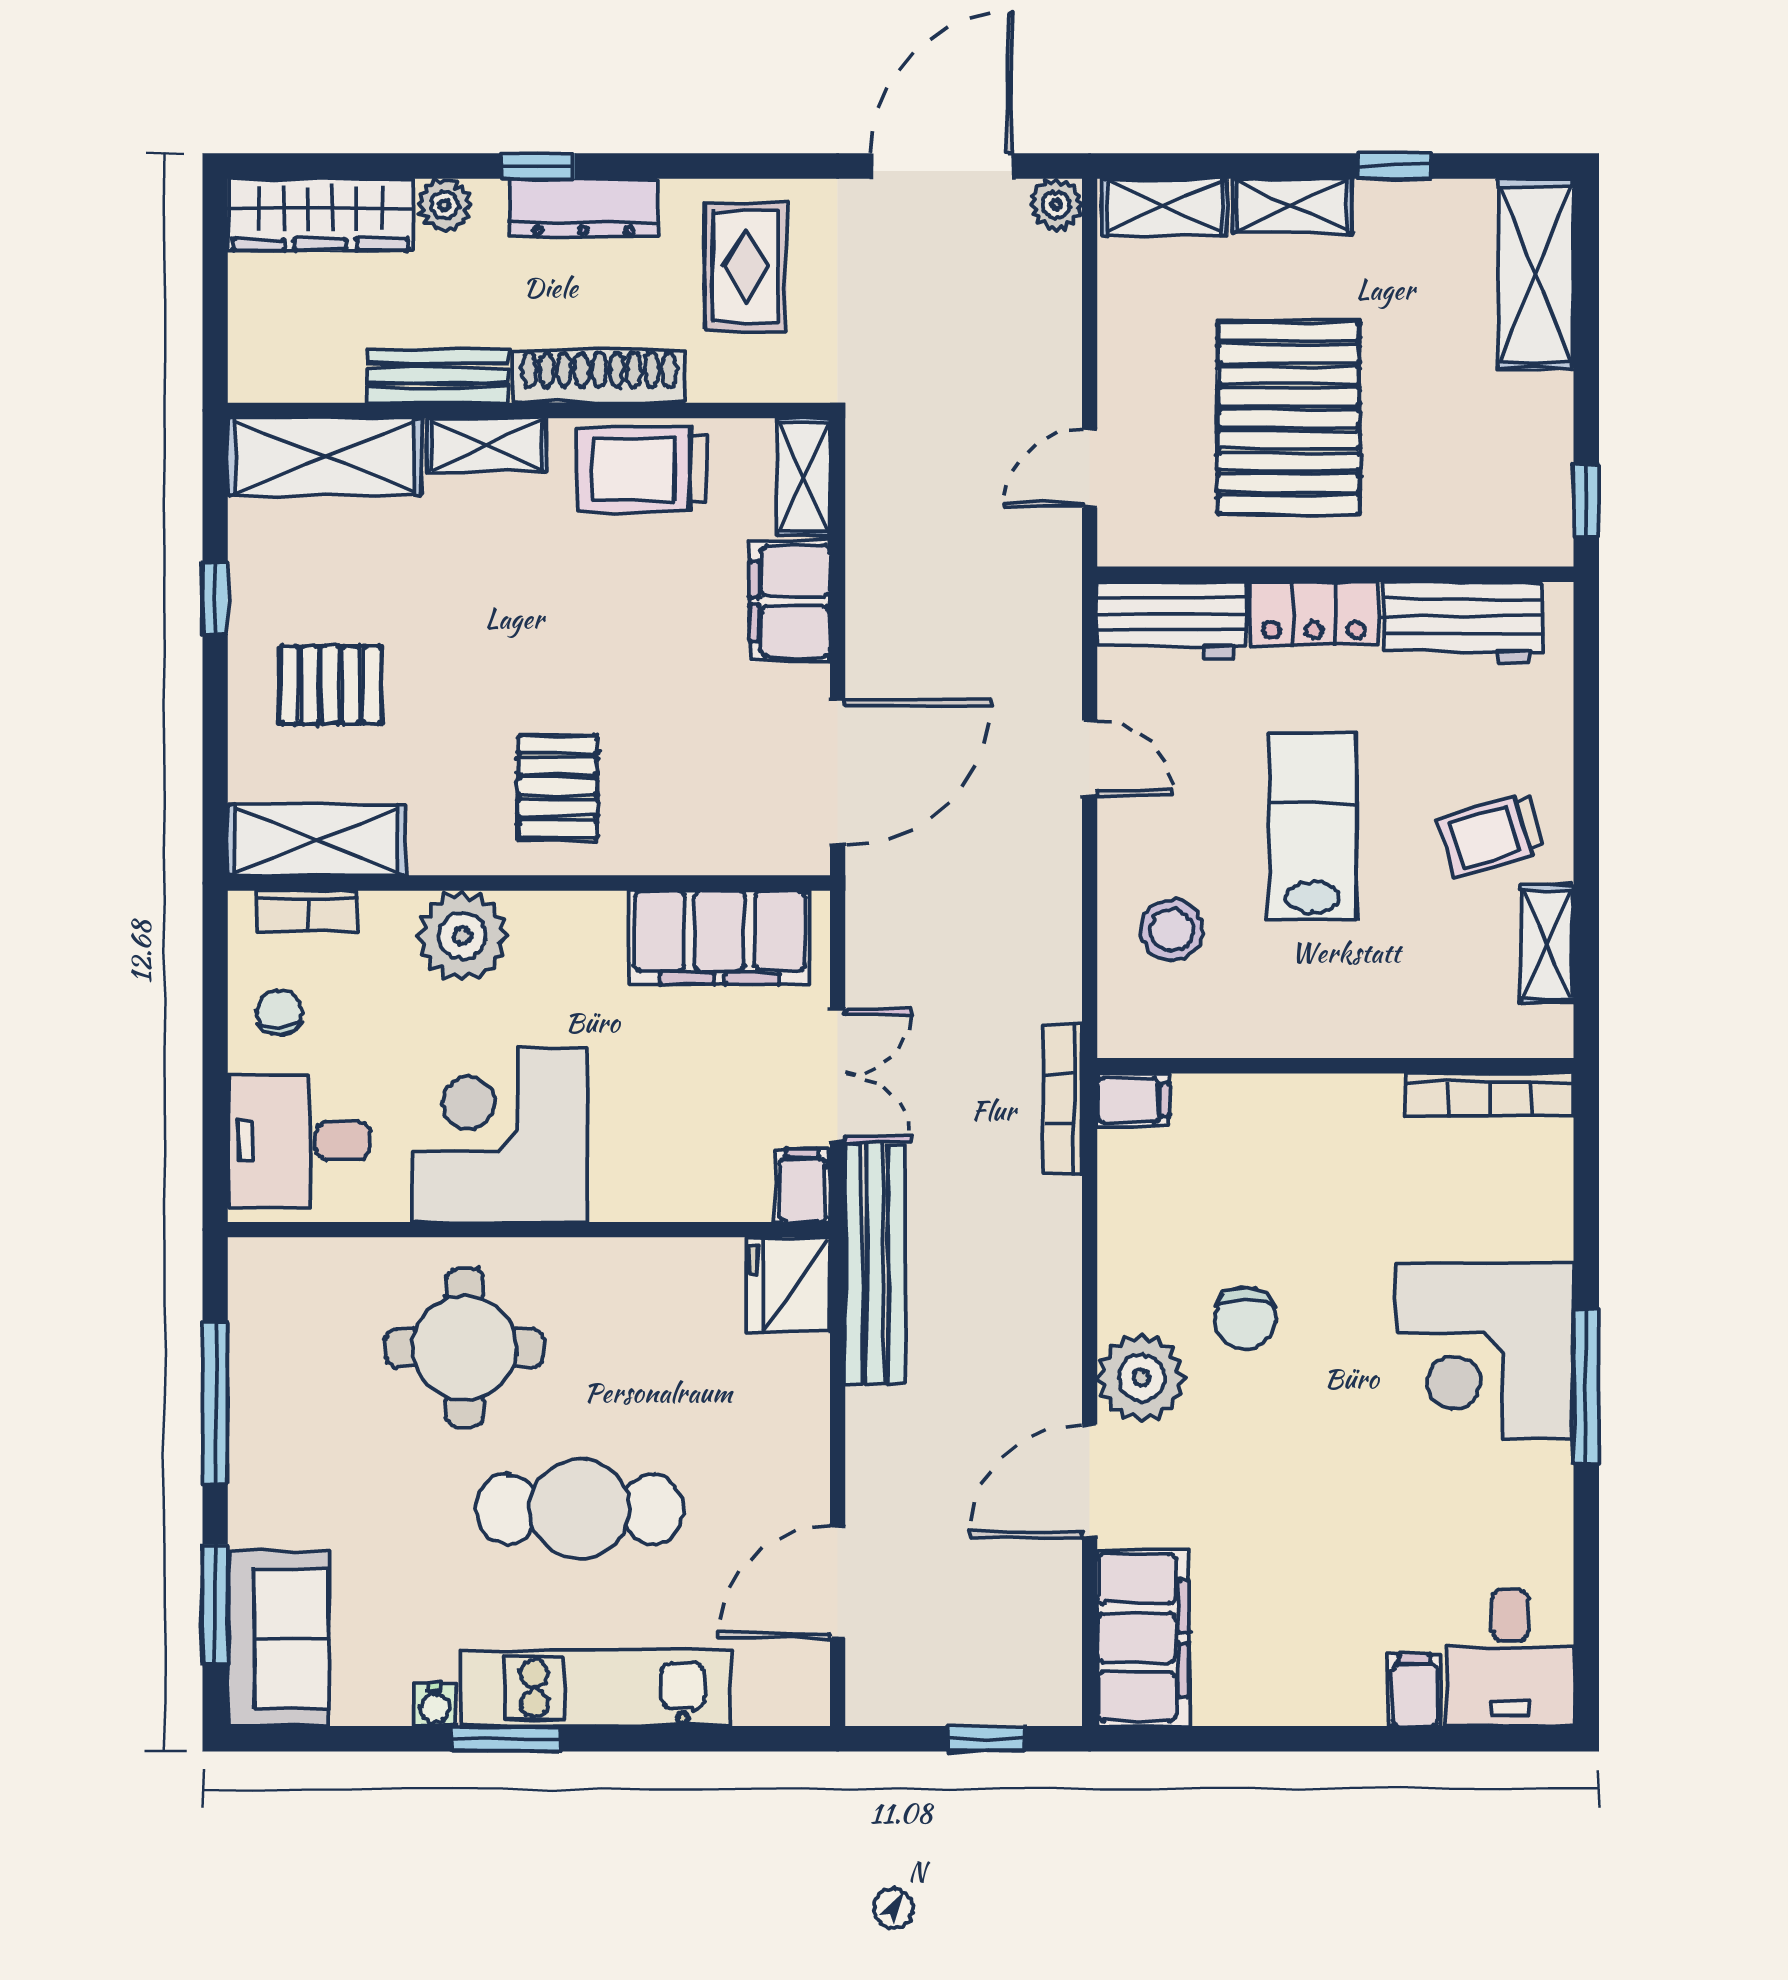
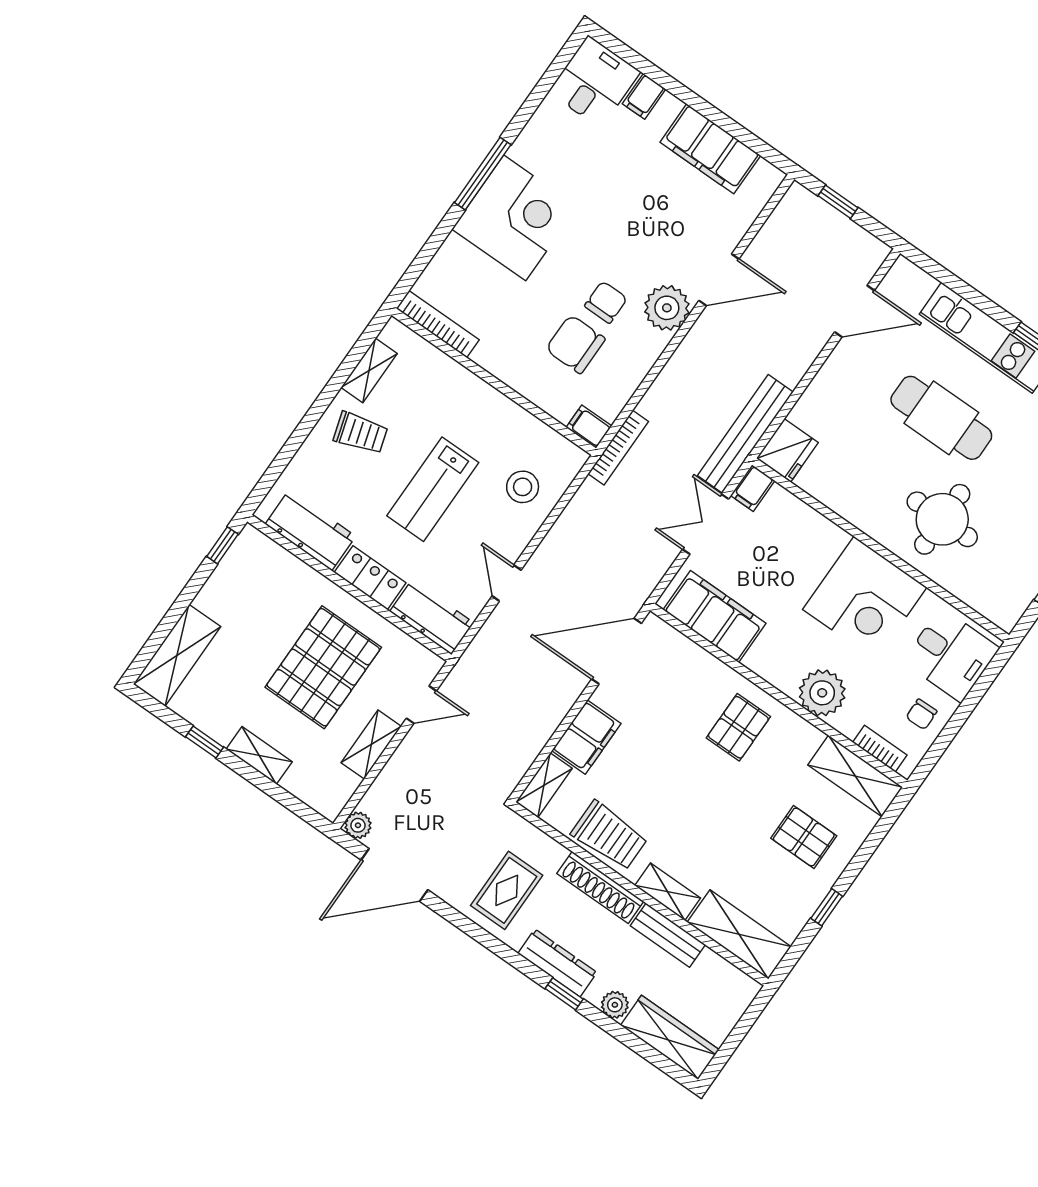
shelving: (1164, 207) -> (371, 744), moved, turned 90
chair: (1247, 1217) -> (575, 344), added
filing cabinet: (1143, 1638) -> (710, 149), moved, turned -90

